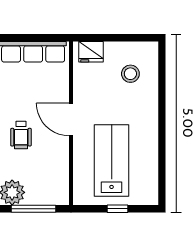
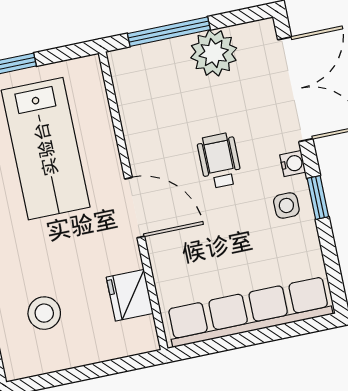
fridge: (91, 52) -> (130, 295), moved, turned -90

